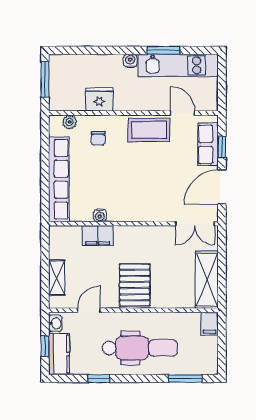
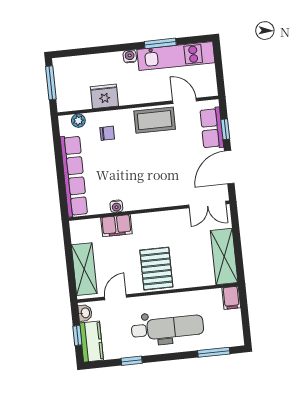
chair: (98, 138) -> (107, 133), turned -90
shelving: (57, 278) -> (84, 269), width x1.50, depth x1.33

